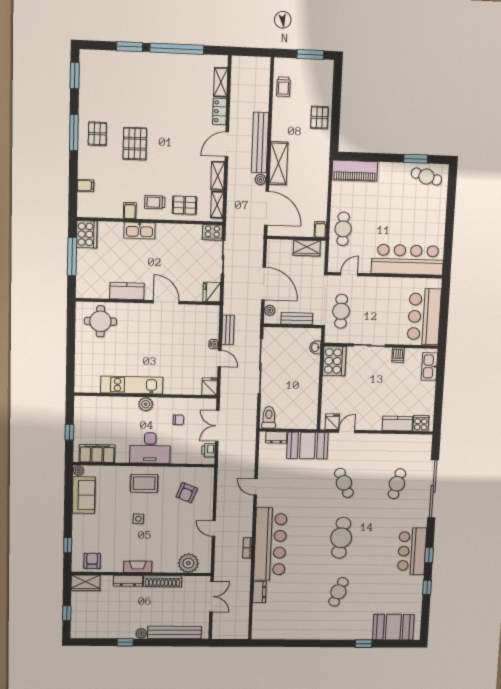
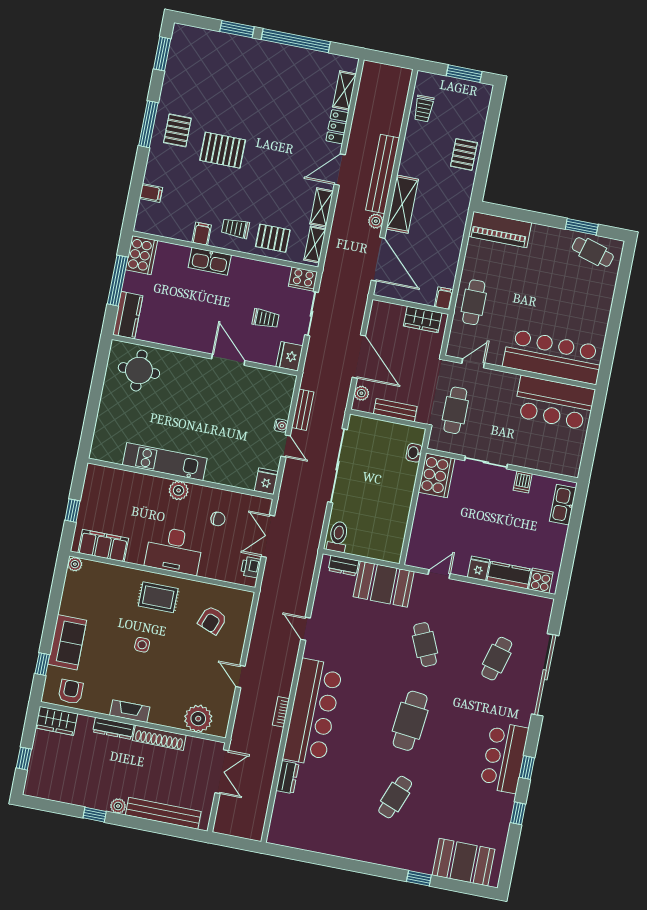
pallet: (135, 144) -> (223, 150), turned 90
trolley: (189, 267) -> (266, 319), added
kitchen counter: (127, 291) -> (128, 315), moved, turned 90
bar counter: (424, 317) -> (554, 403), moved, turned -90
fridge: (332, 422) -> (479, 568), moved
sofa: (84, 495) -> (67, 642), moved

